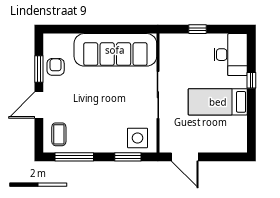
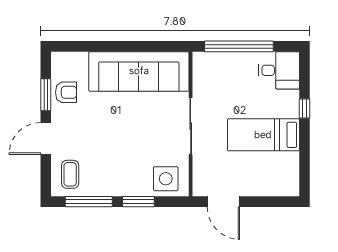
window: (197, 29) -> (239, 46), width x3.17
desk: (231, 55) -> (279, 70), width x0.73
armchair: (56, 67) -> (66, 92), turned 90
window: (128, 157) -> (138, 202), moved

